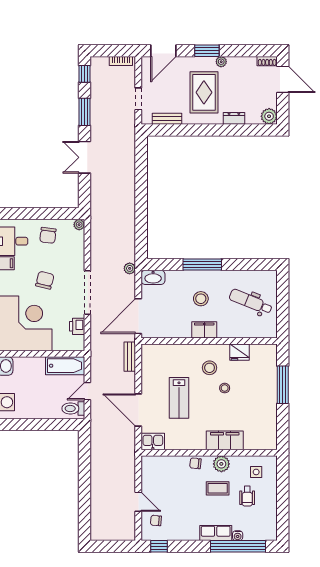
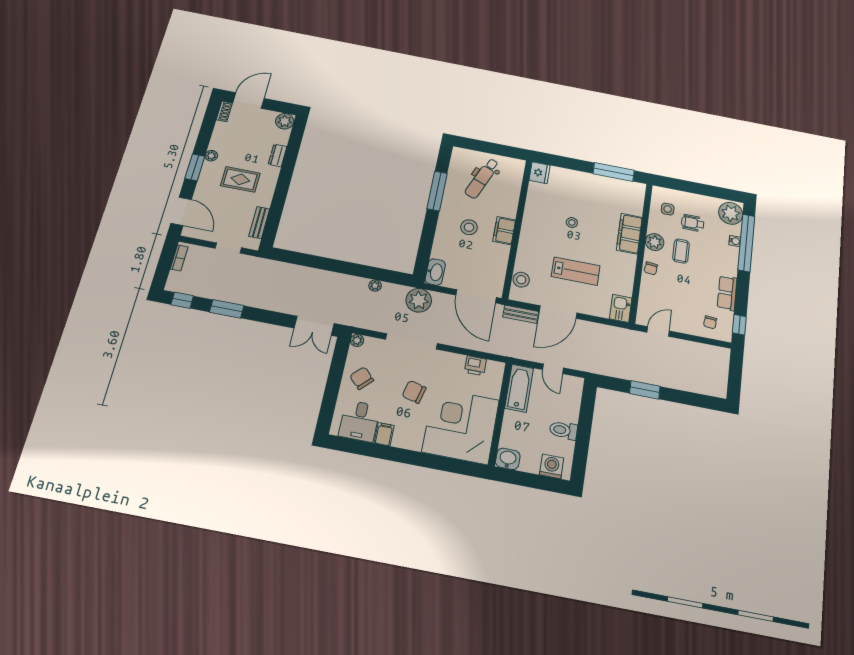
rug: (204, 92) -> (240, 179), width x0.73, depth x0.70
double door: (85, 157) -> (314, 326), moved
plant: (130, 229) -> (375, 286), added
chair: (48, 235) -> (362, 378), turned -142
window: (202, 264) -> (437, 191), moved
plant: (130, 268) -> (419, 300), width x1.88, depth x1.88
doorway: (87, 293) -> (411, 341), moved
fridge: (239, 352) -> (540, 173), moved
stool: (210, 368) -> (521, 280), moved
window: (283, 385) -> (614, 172), moved
toilet: (73, 409) -> (563, 430), moved, turned 90
door: (138, 410) -> (558, 312), moved
window: (85, 471) -> (645, 390), added
wheelchair: (247, 496) -> (693, 223), turned 180
door: (138, 502) -> (658, 332), moved
plant: (264, 530) -> (731, 213), added
row of seats: (216, 533) -> (727, 293), moved

